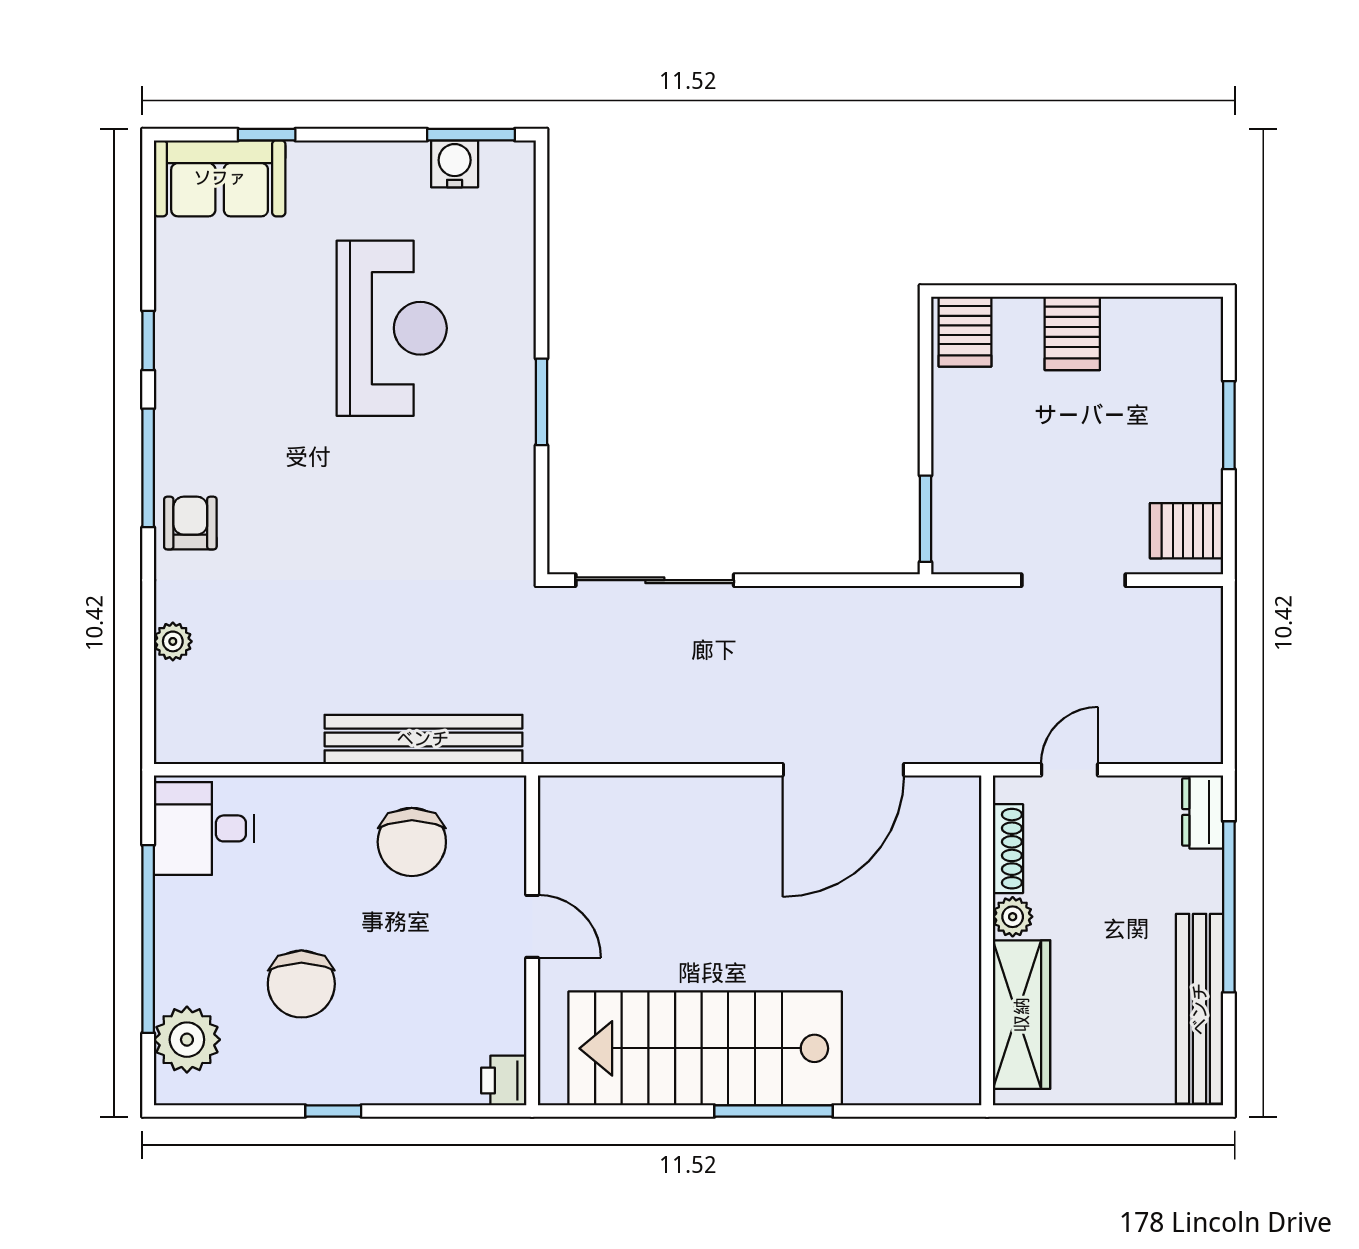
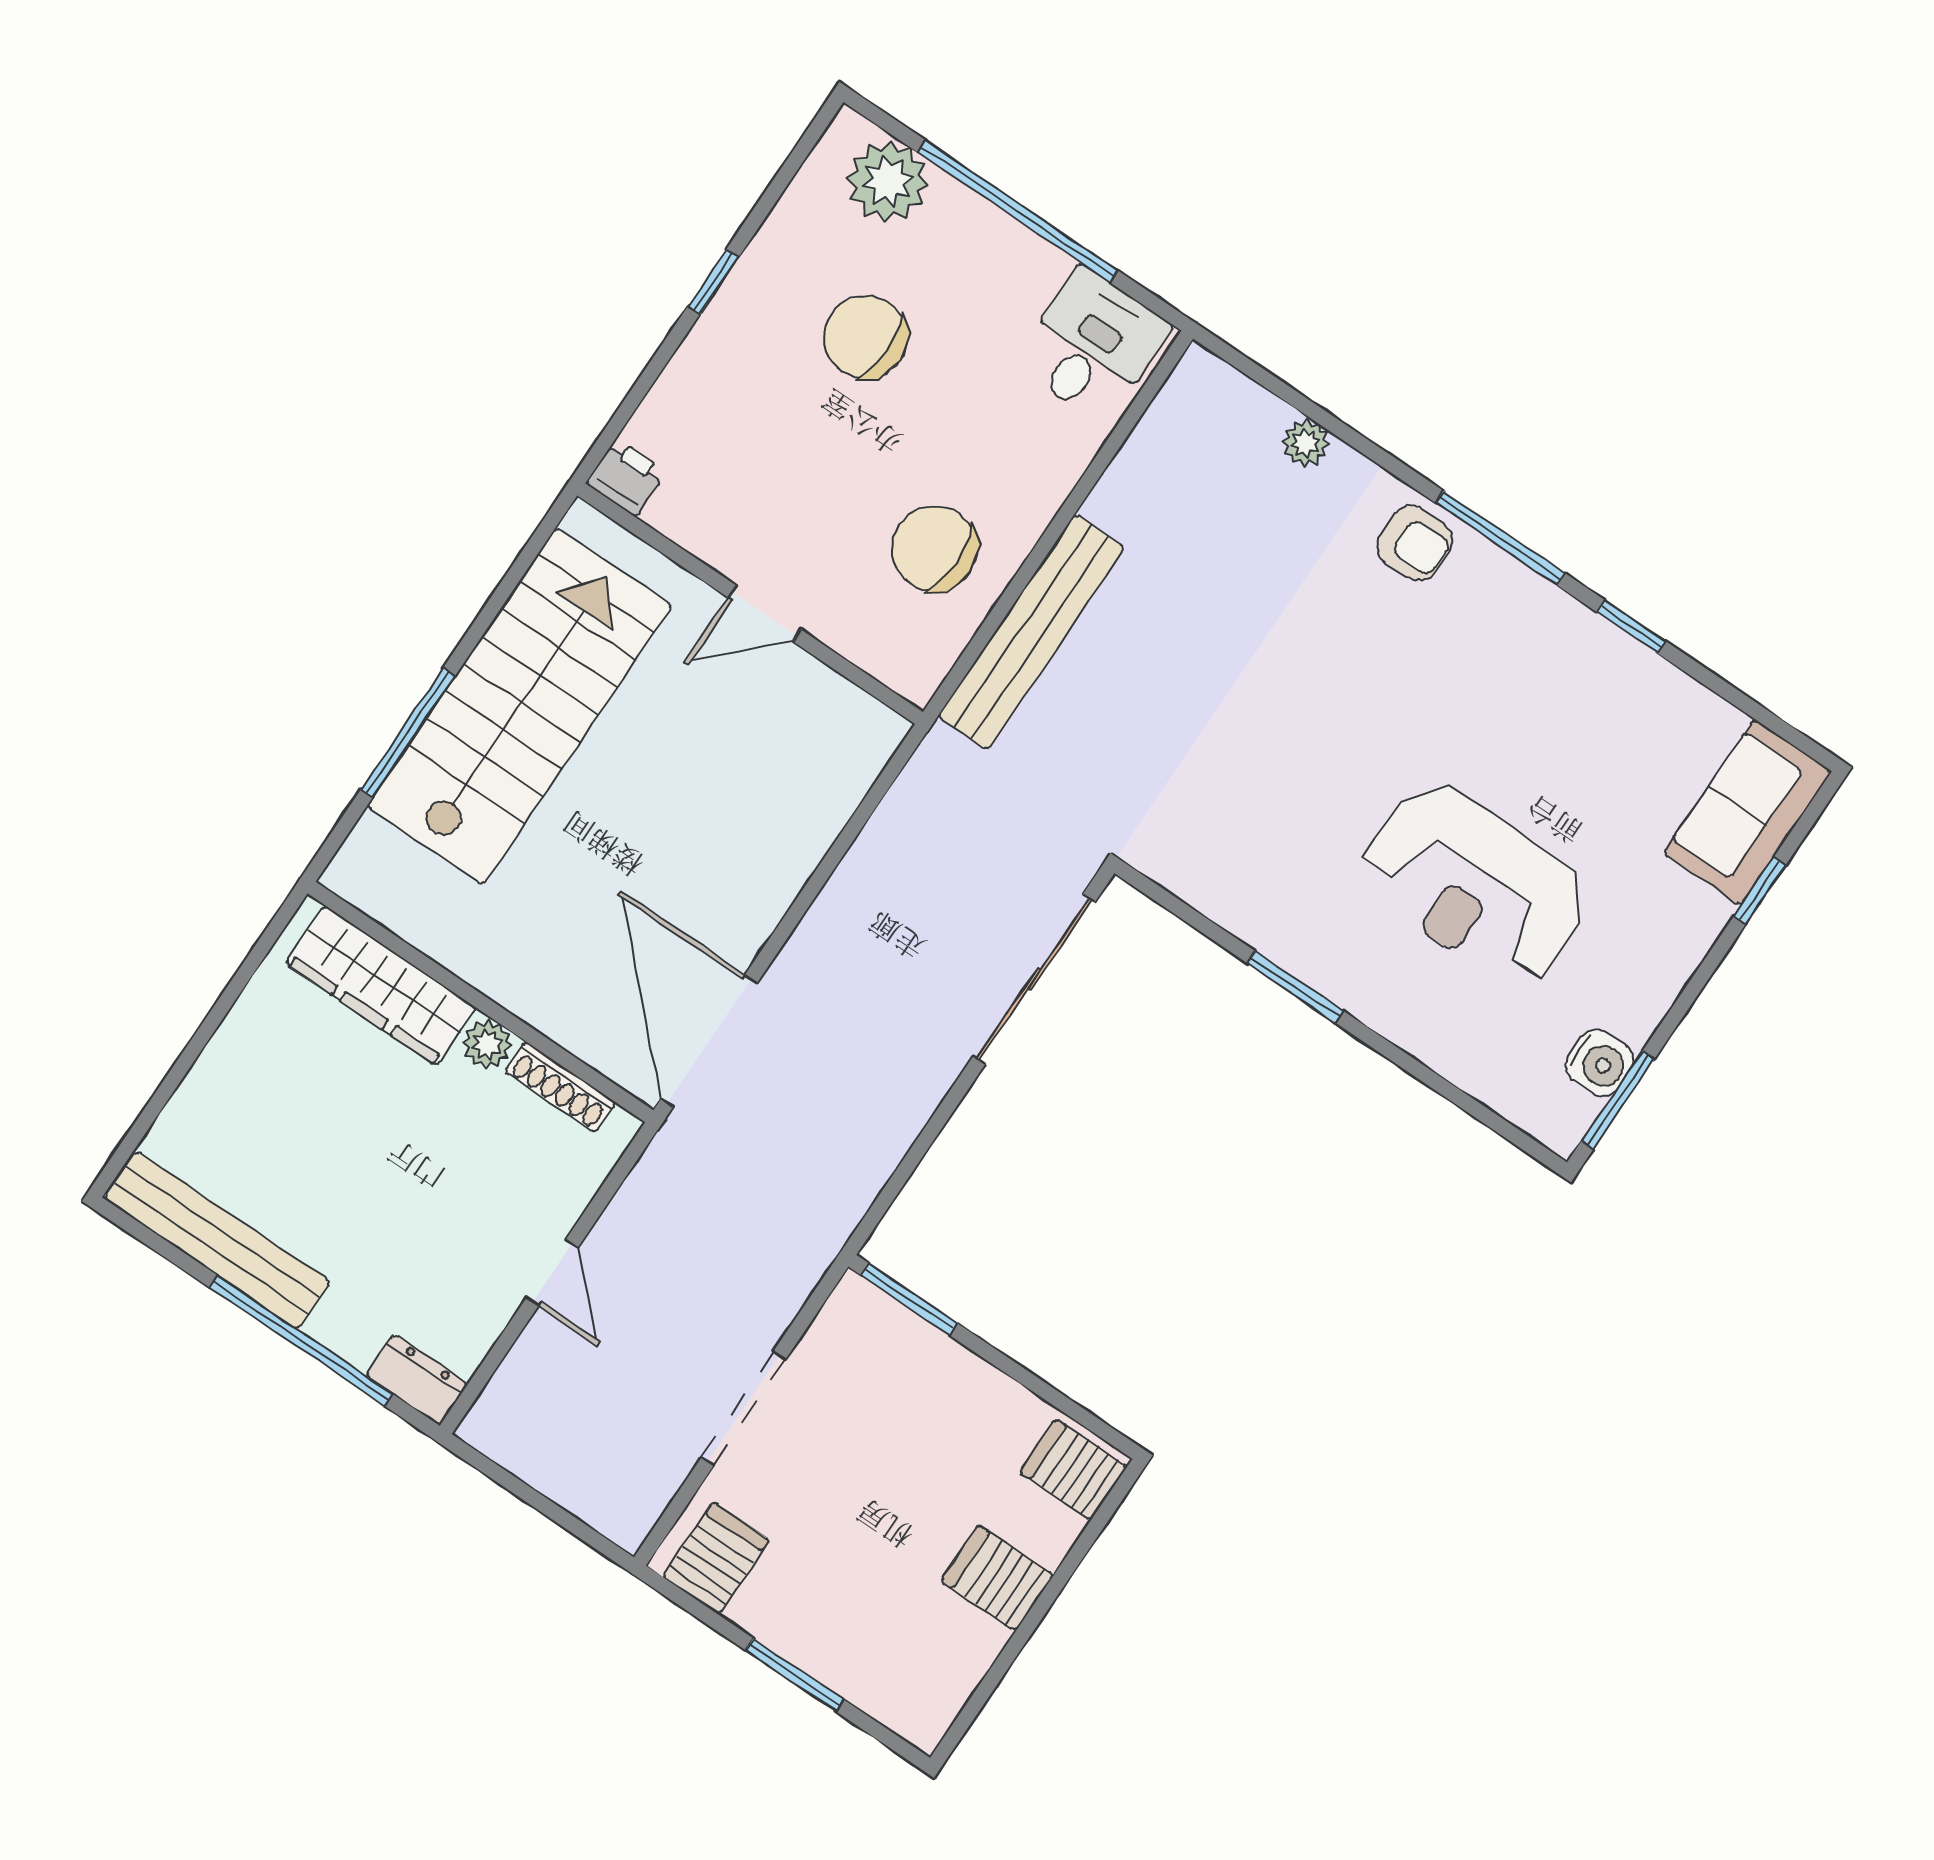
shoe rack: (1008, 849) -> (560, 1087), moved
plant: (1013, 917) -> (487, 1044), moved
wall: (987, 940) -> (481, 1002), moved
wardrobe: (1022, 1015) -> (381, 986), moved

